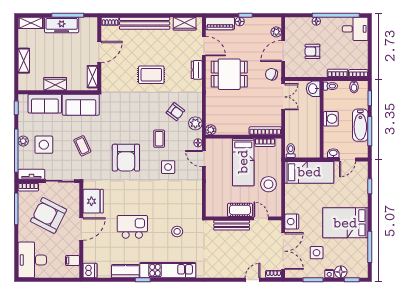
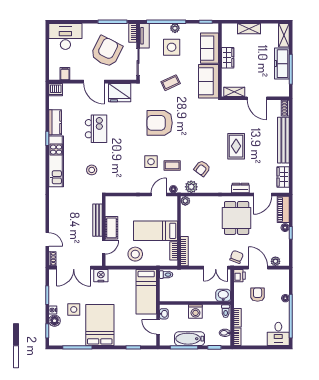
printer: (292, 71) -> (240, 276), added
coffee table: (159, 139) -> (172, 165), moved
side table: (317, 253) -> (74, 309), moved

